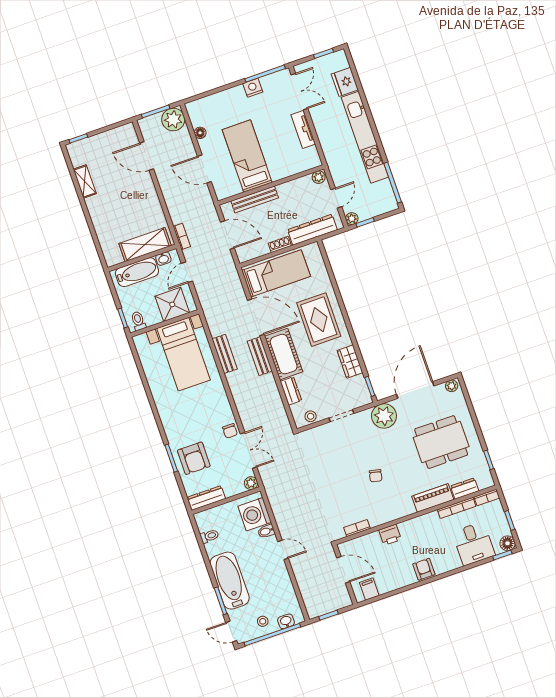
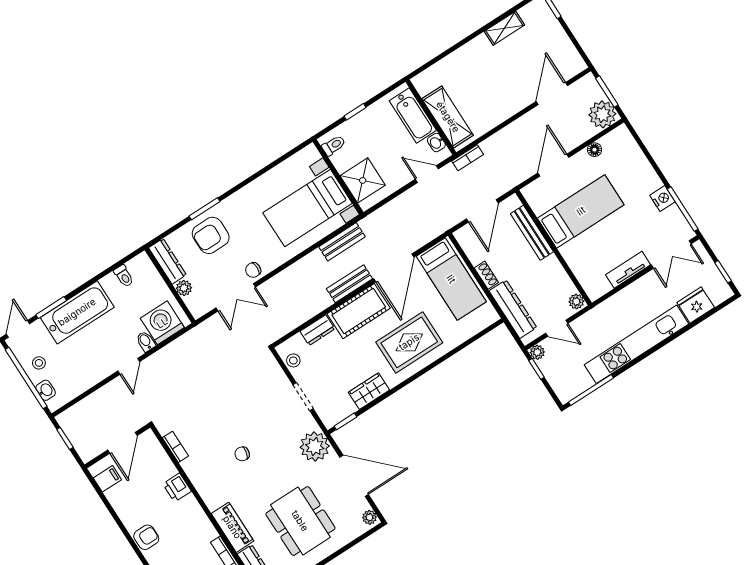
shower: (172, 304) -> (363, 180), moved
toilet: (138, 321) -> (334, 145), moved
wall: (165, 323) -> (338, 177), moved
bed with nightstands: (183, 354) -> (308, 208), moved
plant: (251, 483) -> (184, 288), moved

